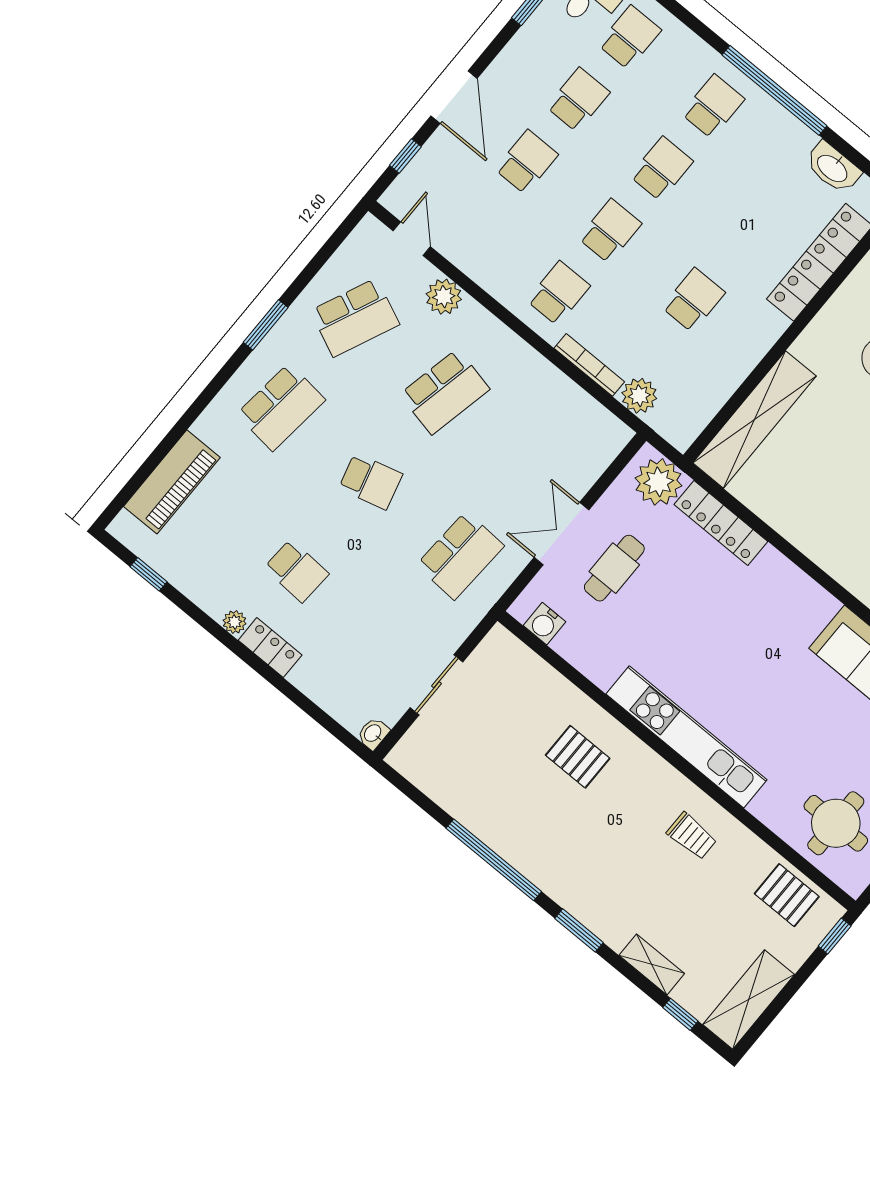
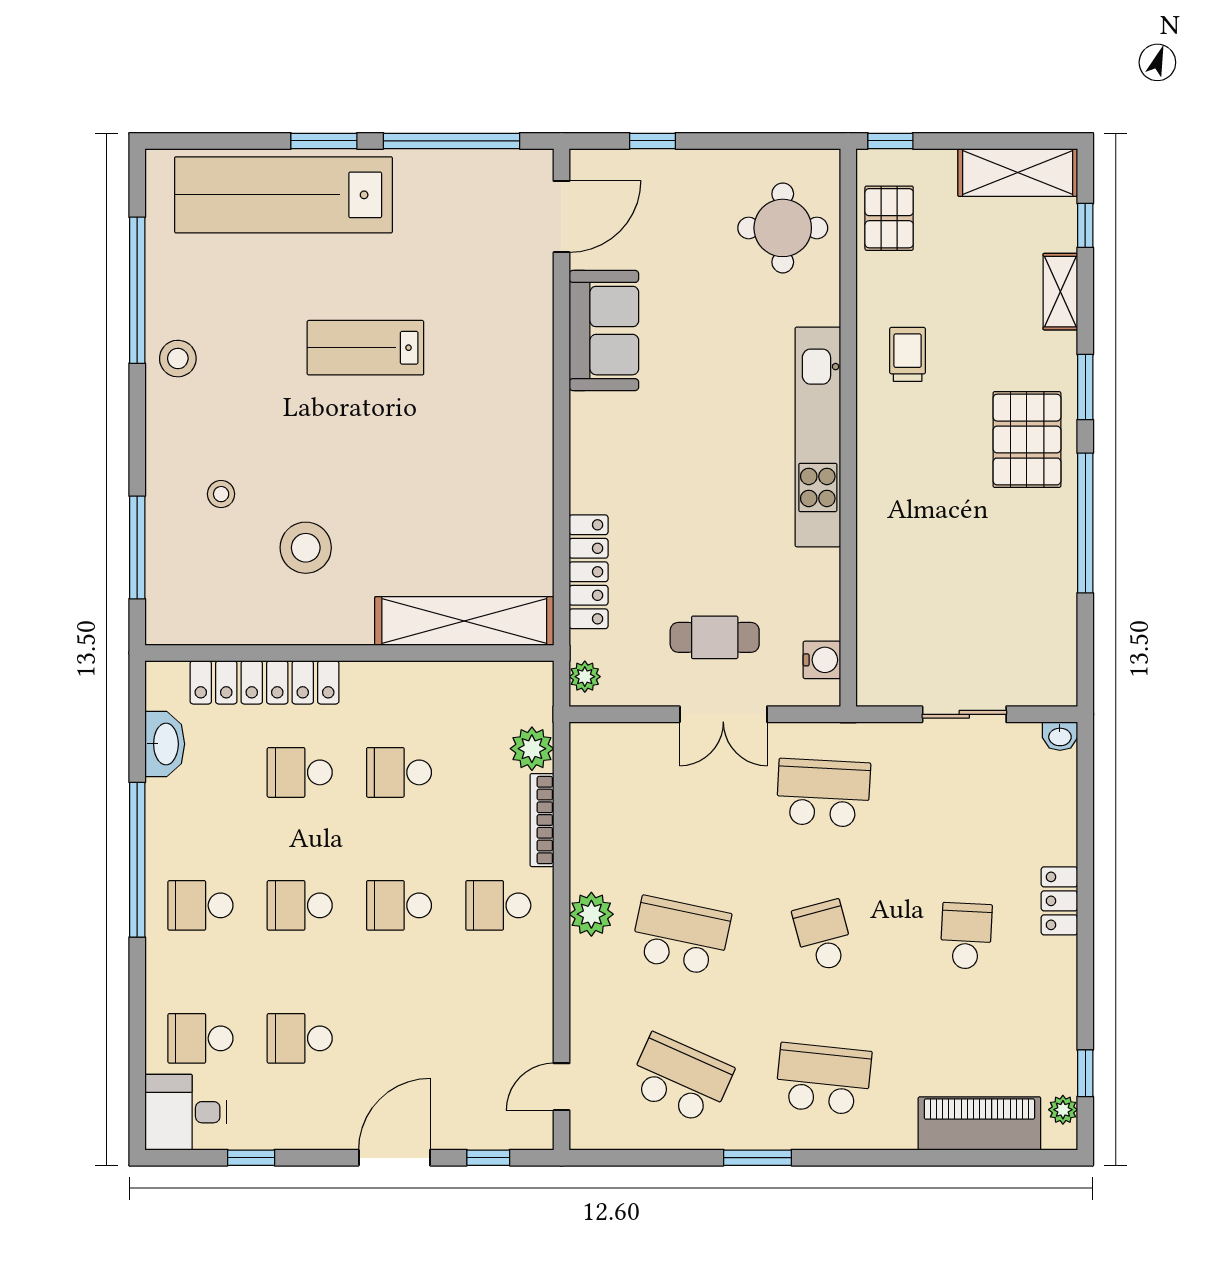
school desk: (527, 162) -> (300, 772), moved
plant: (444, 297) -> (591, 914), moved
plant: (659, 482) -> (585, 677), width x0.53, depth x0.53
plant: (235, 622) -> (1063, 1110), moved
pallet: (578, 757) -> (1027, 440), moved, width x1.50, depth x1.42

